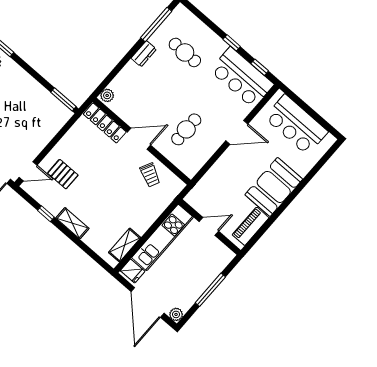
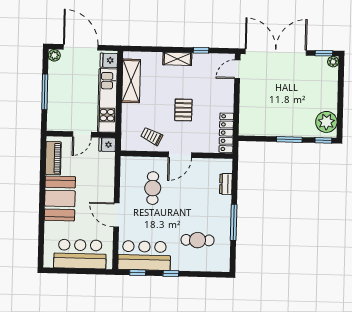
window: (156, 24) -> (234, 222), moved
dresser: (144, 54) -> (226, 184), moved
plant: (107, 95) -> (226, 166), removed
window: (63, 99) -> (289, 139), moved
locker: (105, 123) -> (226, 133), moved, turned -90
door: (237, 132) -> (116, 215), hinge flipped
pallet: (63, 174) -> (183, 110), moved, turned 90
fridge: (194, 199) -> (107, 145), added
shelving: (125, 245) -> (131, 81), width x1.50, depth x1.33

